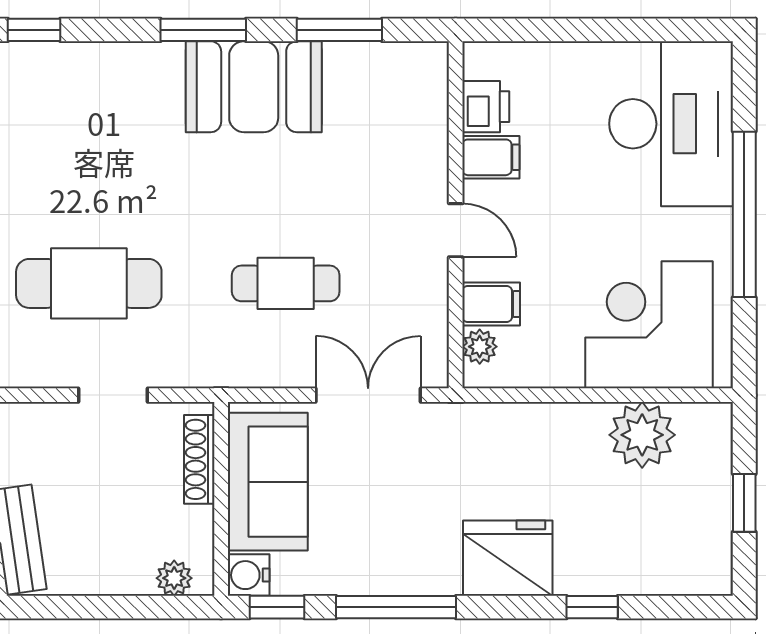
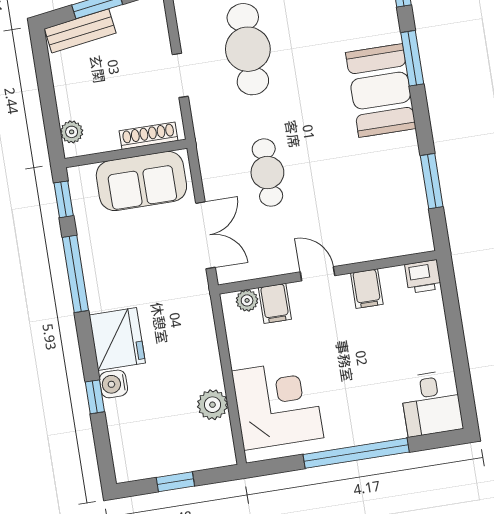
window: (203, 30) -> (412, 58), moved
booth: (254, 87) -> (381, 91), moved
printer: (486, 107) -> (423, 276), moved
desk: (671, 124) -> (431, 403), width x0.53, depth x0.77
door: (456, 230) -> (318, 274), swing flipped
plant: (642, 435) -> (212, 405), width x0.73, depth x0.73
water cooler: (249, 575) -> (113, 384), moved, turned -90

